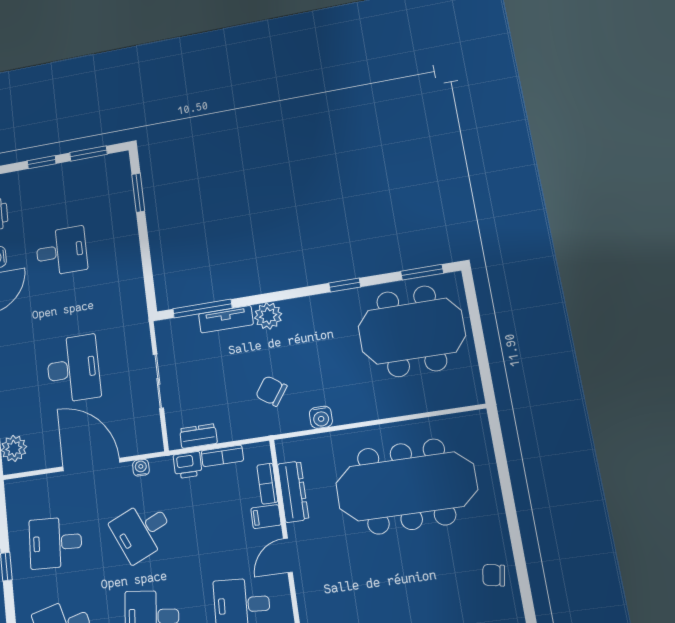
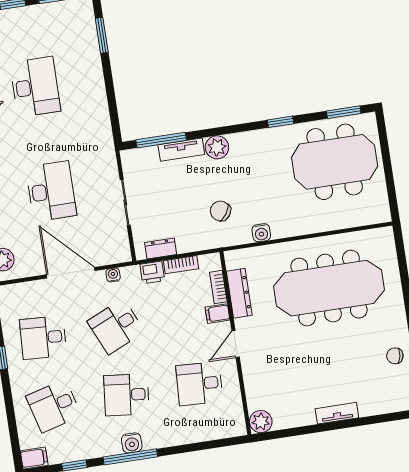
desk: (61, 251) -> (35, 87), width x1.37

